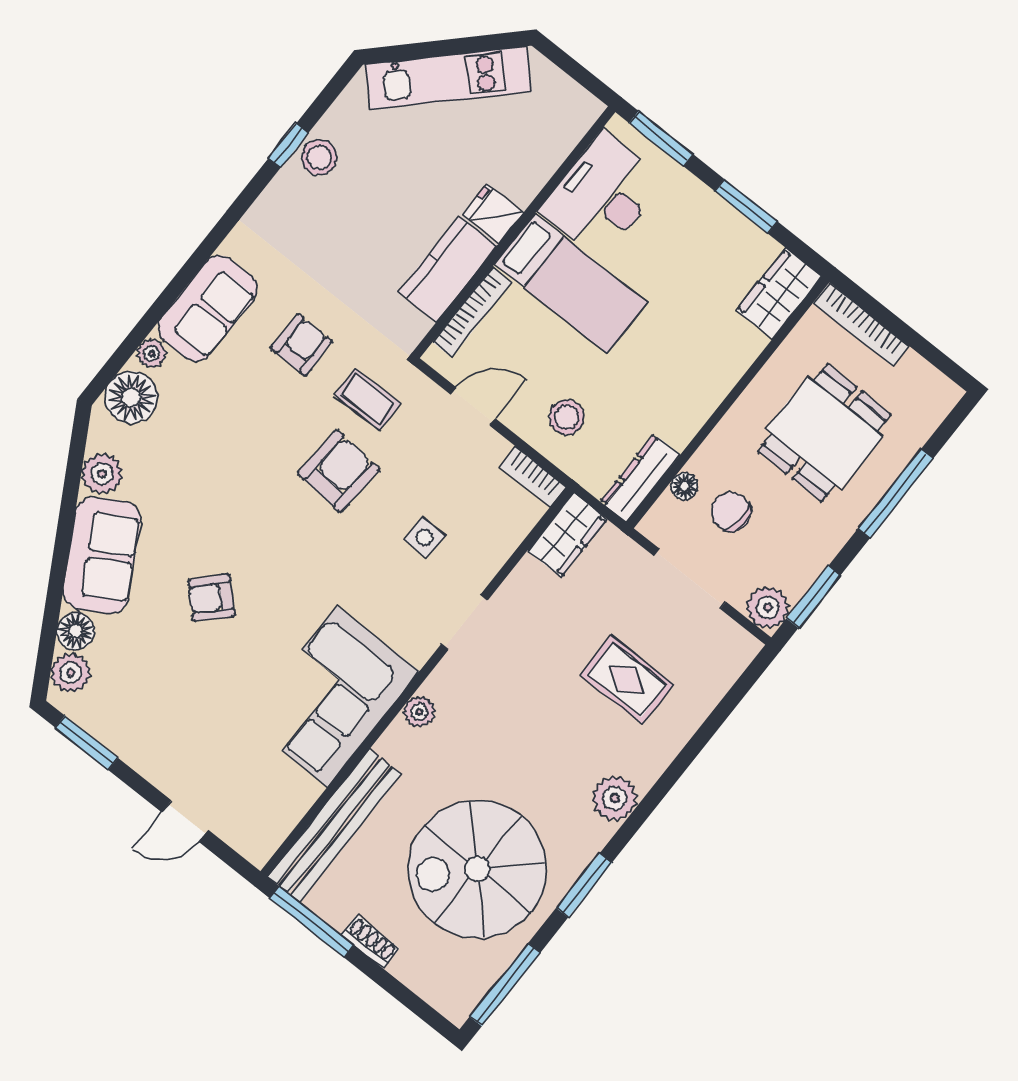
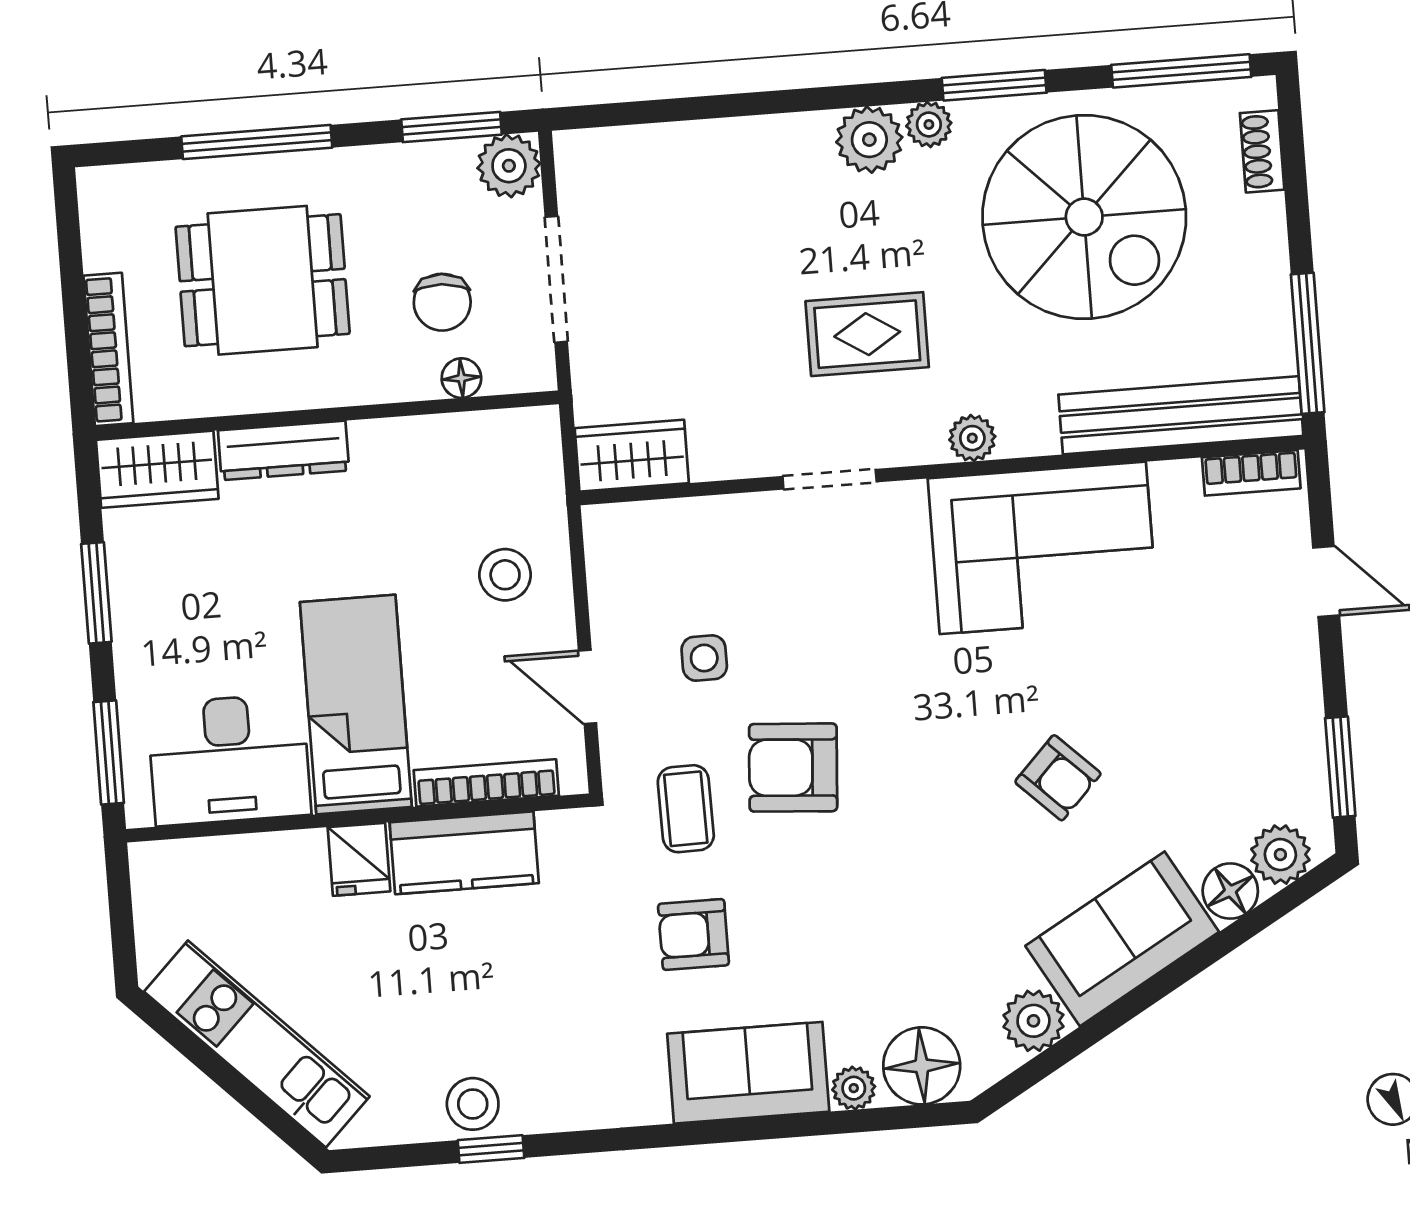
bookcase: (533, 477) -> (1251, 473), moved, turned 90
dresser: (640, 478) -> (284, 450), moved
side table: (424, 537) -> (704, 658), moved
rug: (627, 680) -> (867, 334), moved, turned 90
plant: (595, 835) -> (929, 124), added
shoe rack: (370, 942) -> (1262, 151), moved

